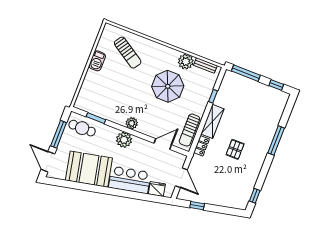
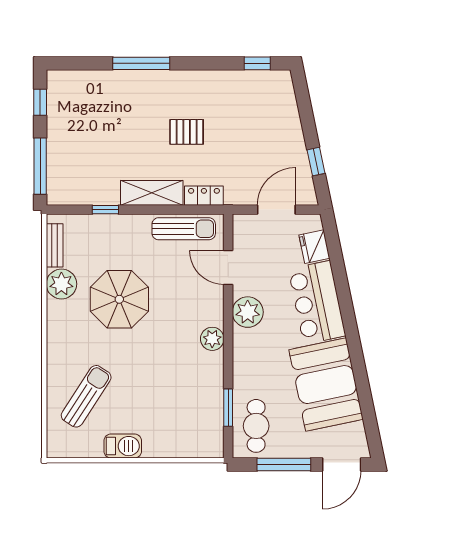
plant: (124, 140) -> (248, 312), moved

